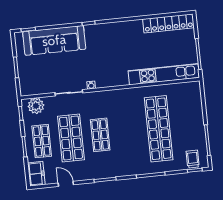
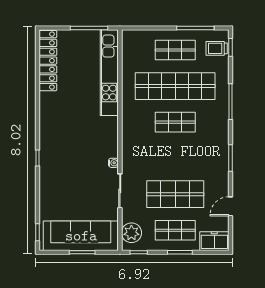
sofa: (54, 40) -> (81, 236), moved, turned -90
shop shelf: (188, 126) -> (175, 50), added
shop shelf: (100, 135) -> (175, 122), moved

